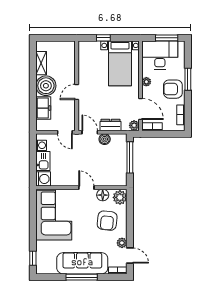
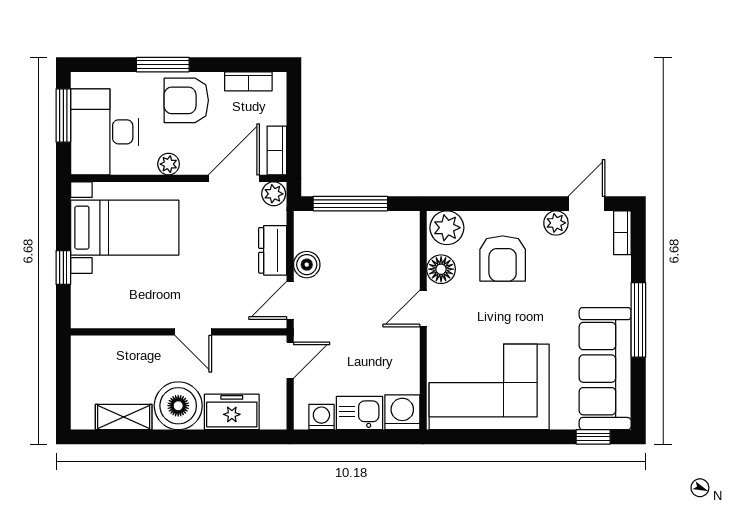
armchair: (173, 89) -> (186, 100), turned 90
armchair: (107, 221) -> (503, 258), turned 84
sofa: (82, 263) -> (605, 369), moved

